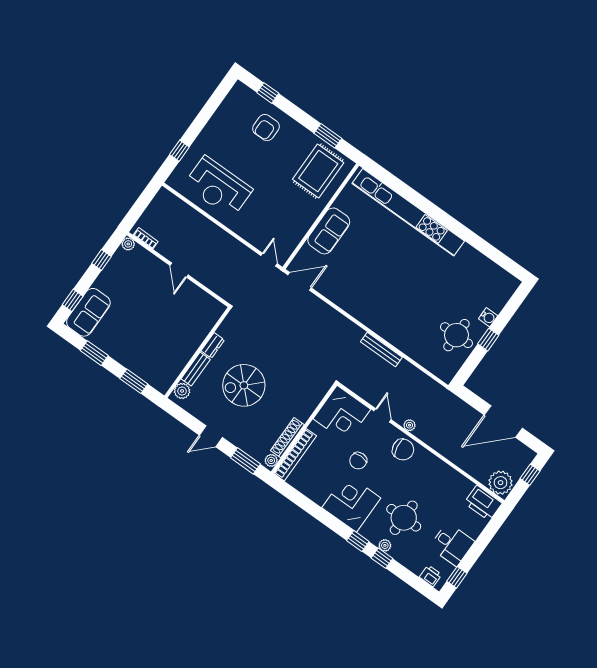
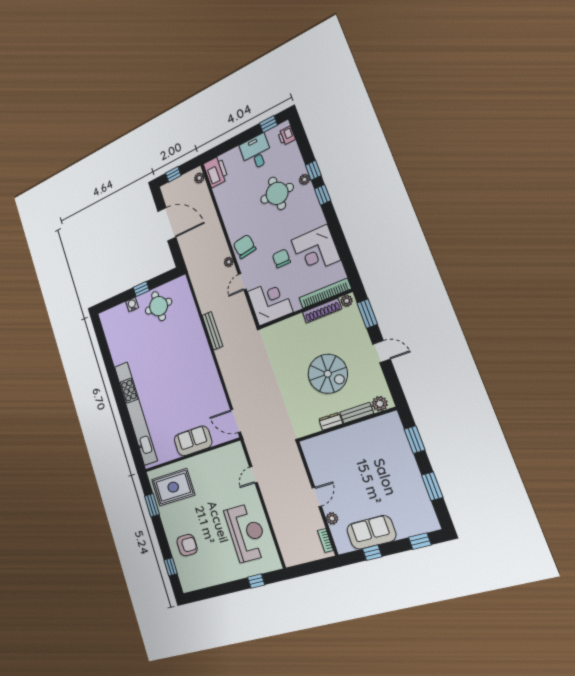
plant: (128, 244) -> (332, 518), moved
door: (269, 260) -> (253, 475), moved
sofa: (88, 312) -> (371, 532), moved
chair: (358, 461) -> (281, 258), turned -90
plant: (501, 483) -> (199, 178), width x0.53, depth x0.53
corner desk: (351, 503) -> (316, 250), moved

